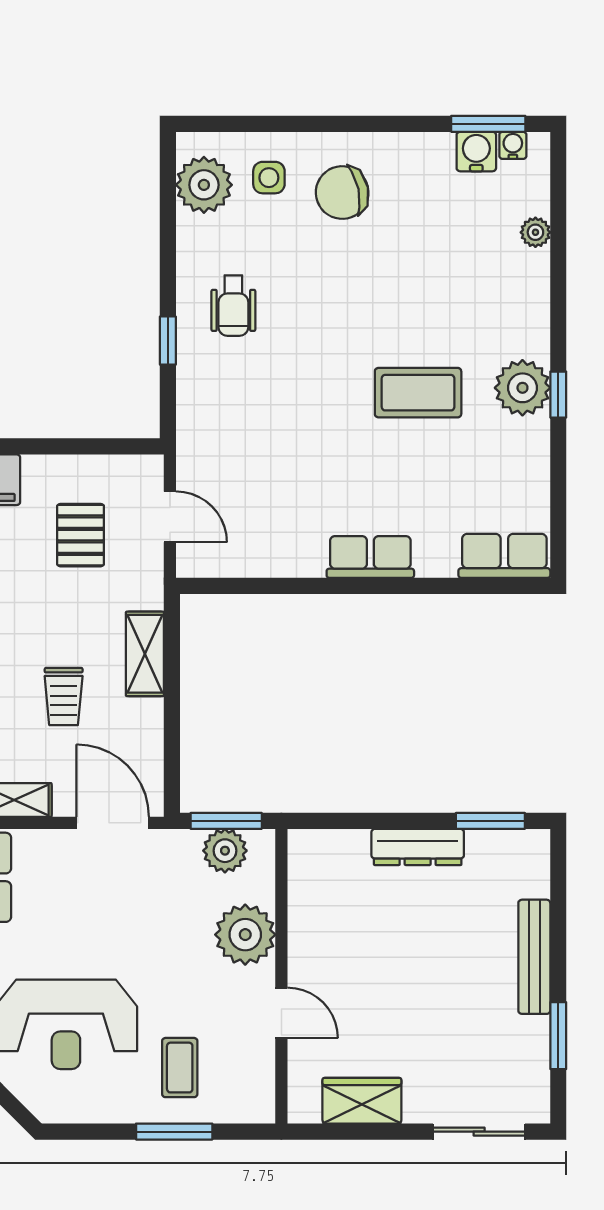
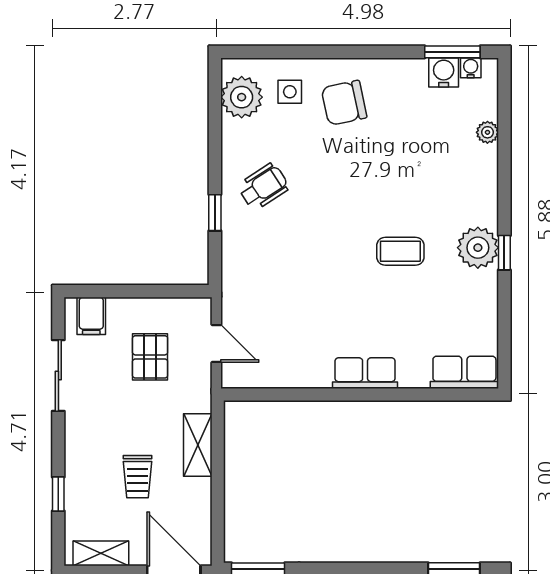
wheelchair: (233, 306) -> (263, 187), turned -123
coffee table: (418, 393) -> (400, 251), width x0.73, depth x0.77

